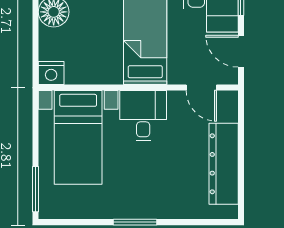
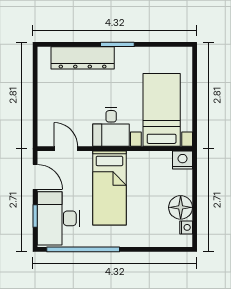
dresser: (224, 164) -> (83, 58), moved, turned 90
window: (35, 189) -> (195, 70), removed

